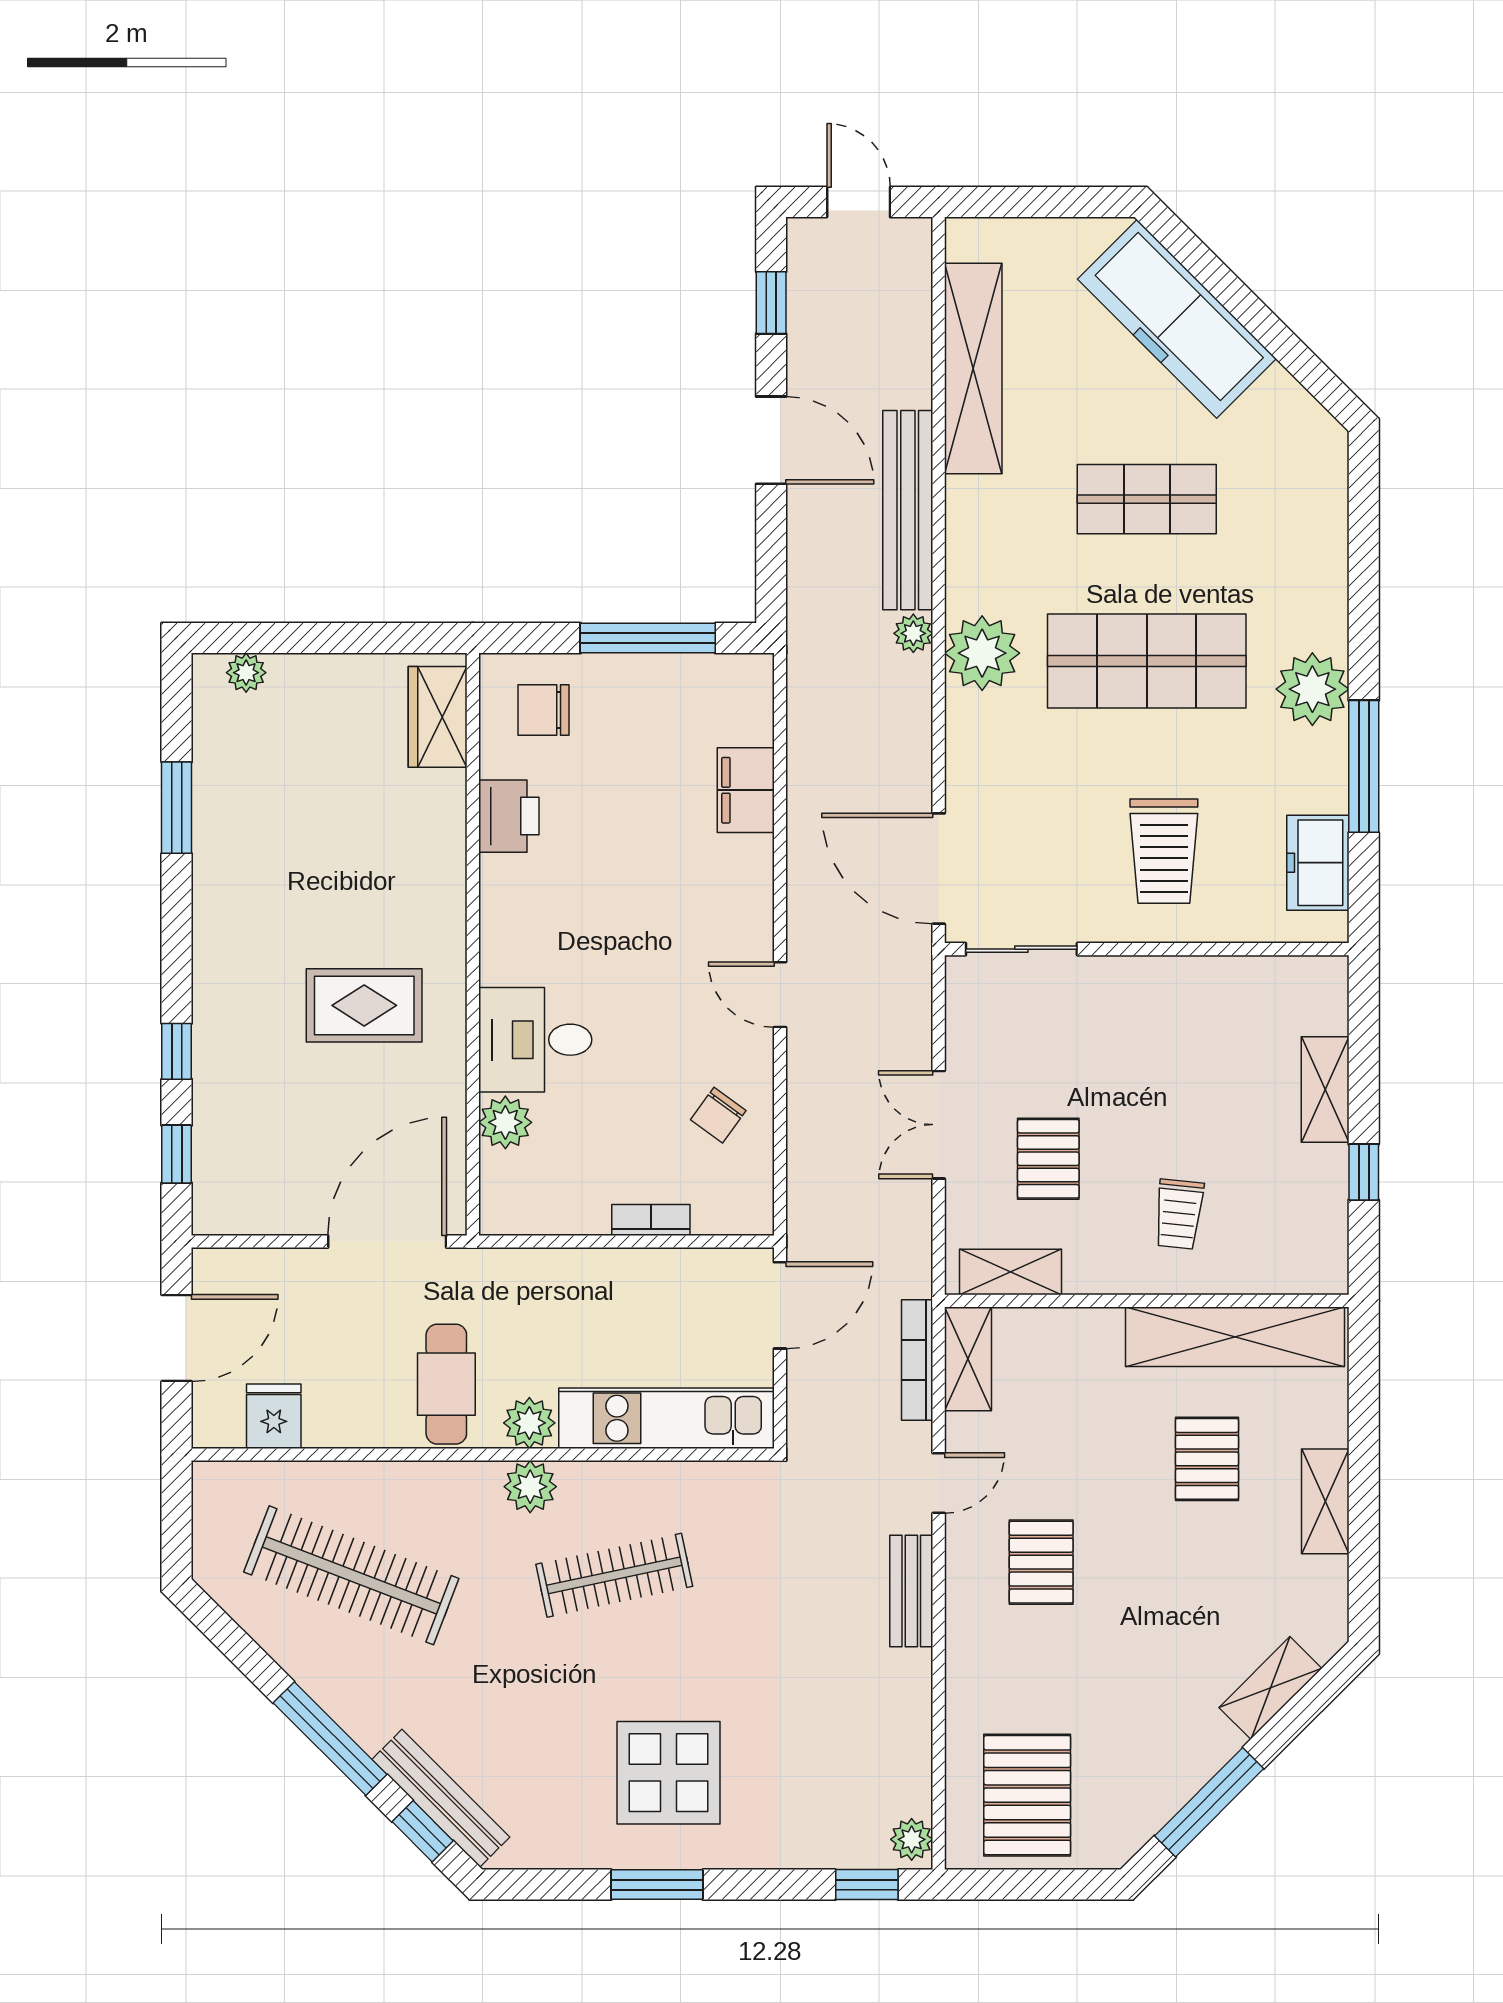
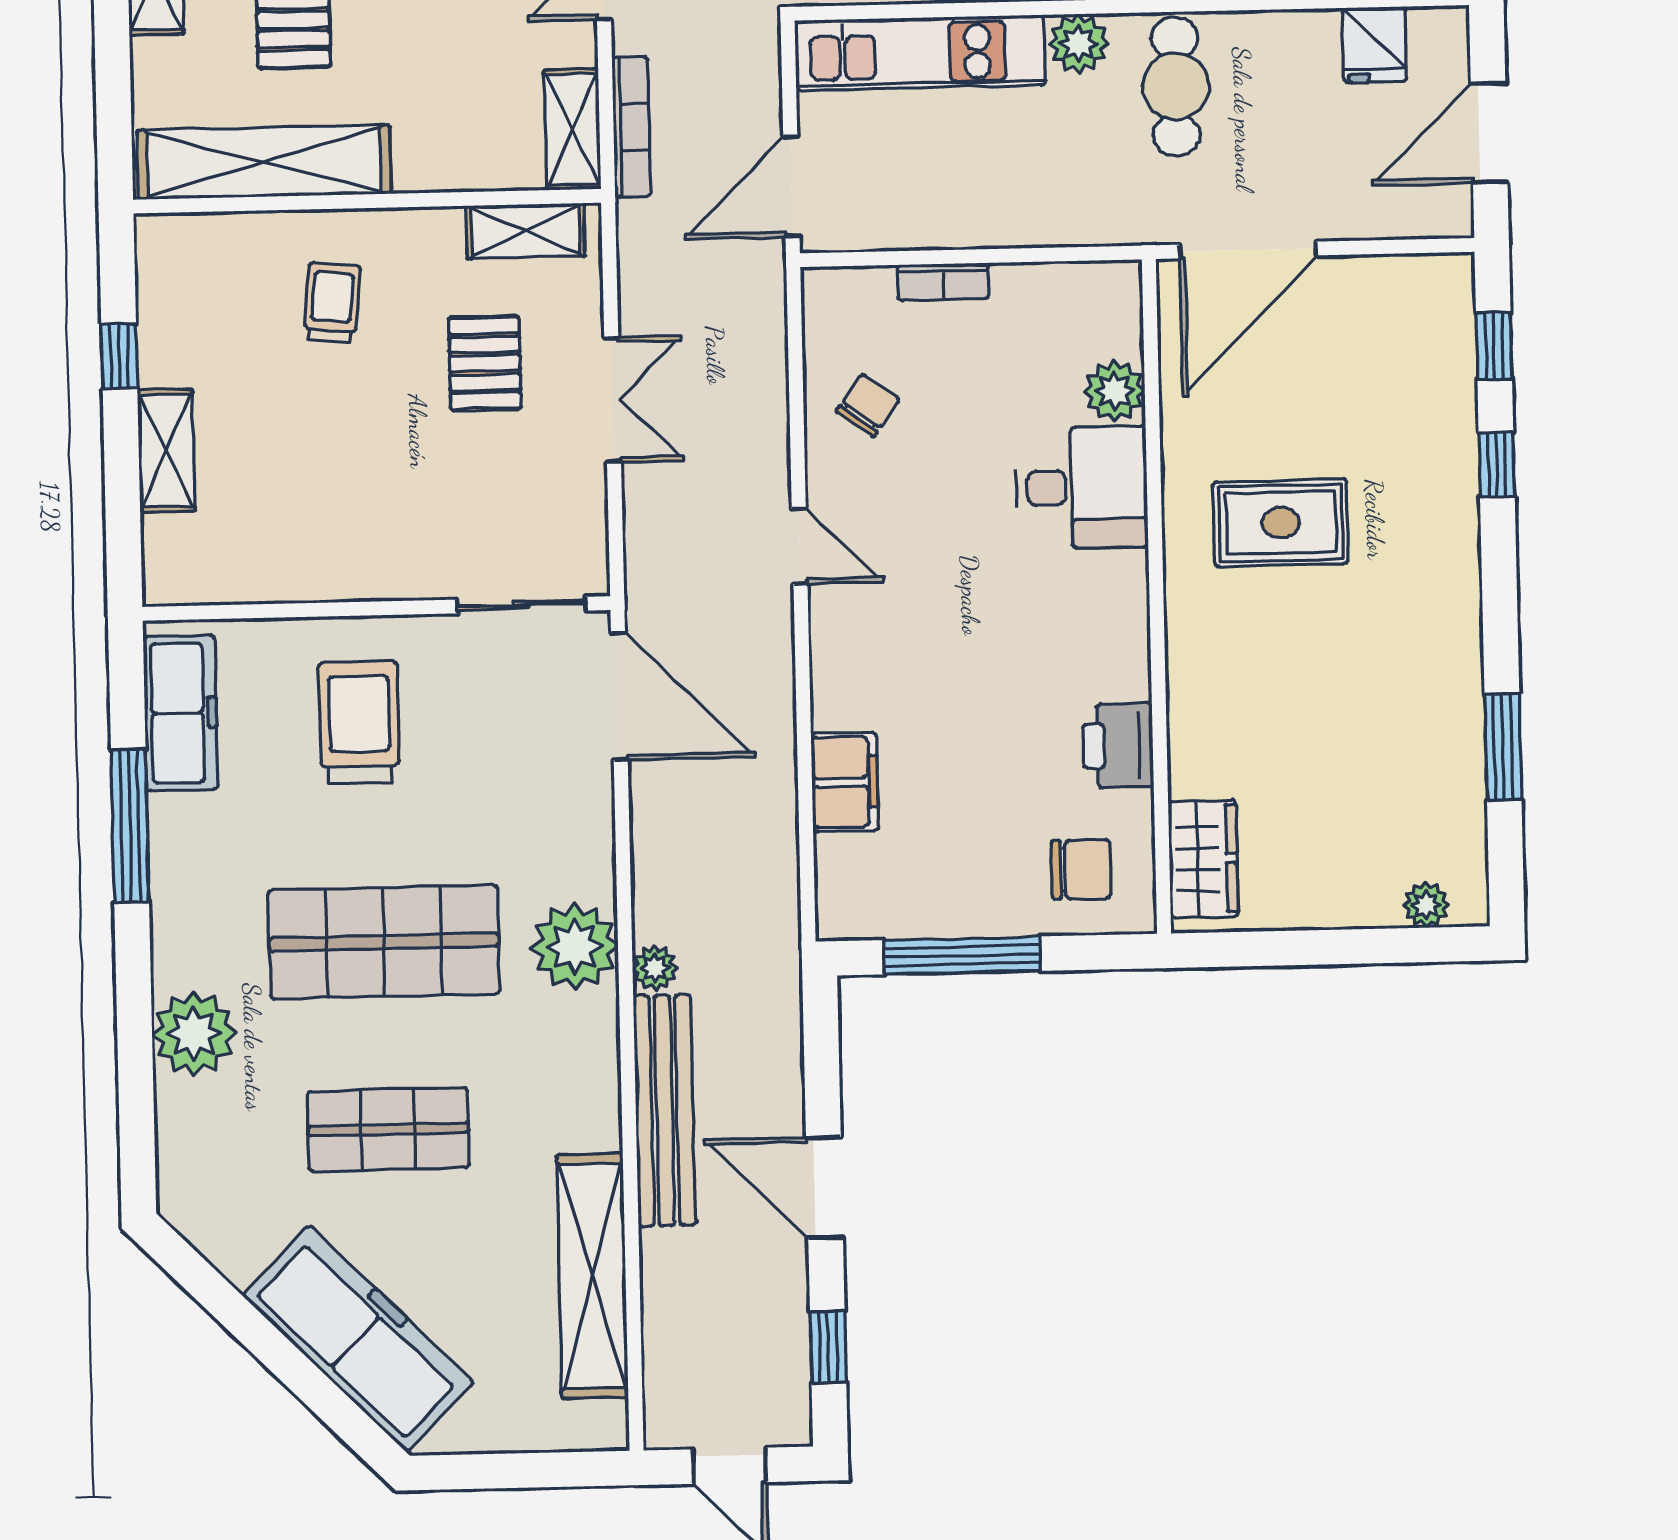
plant: (1312, 689) -> (194, 1034), moved
freezer: (1318, 863) -> (180, 713), width x1.40

